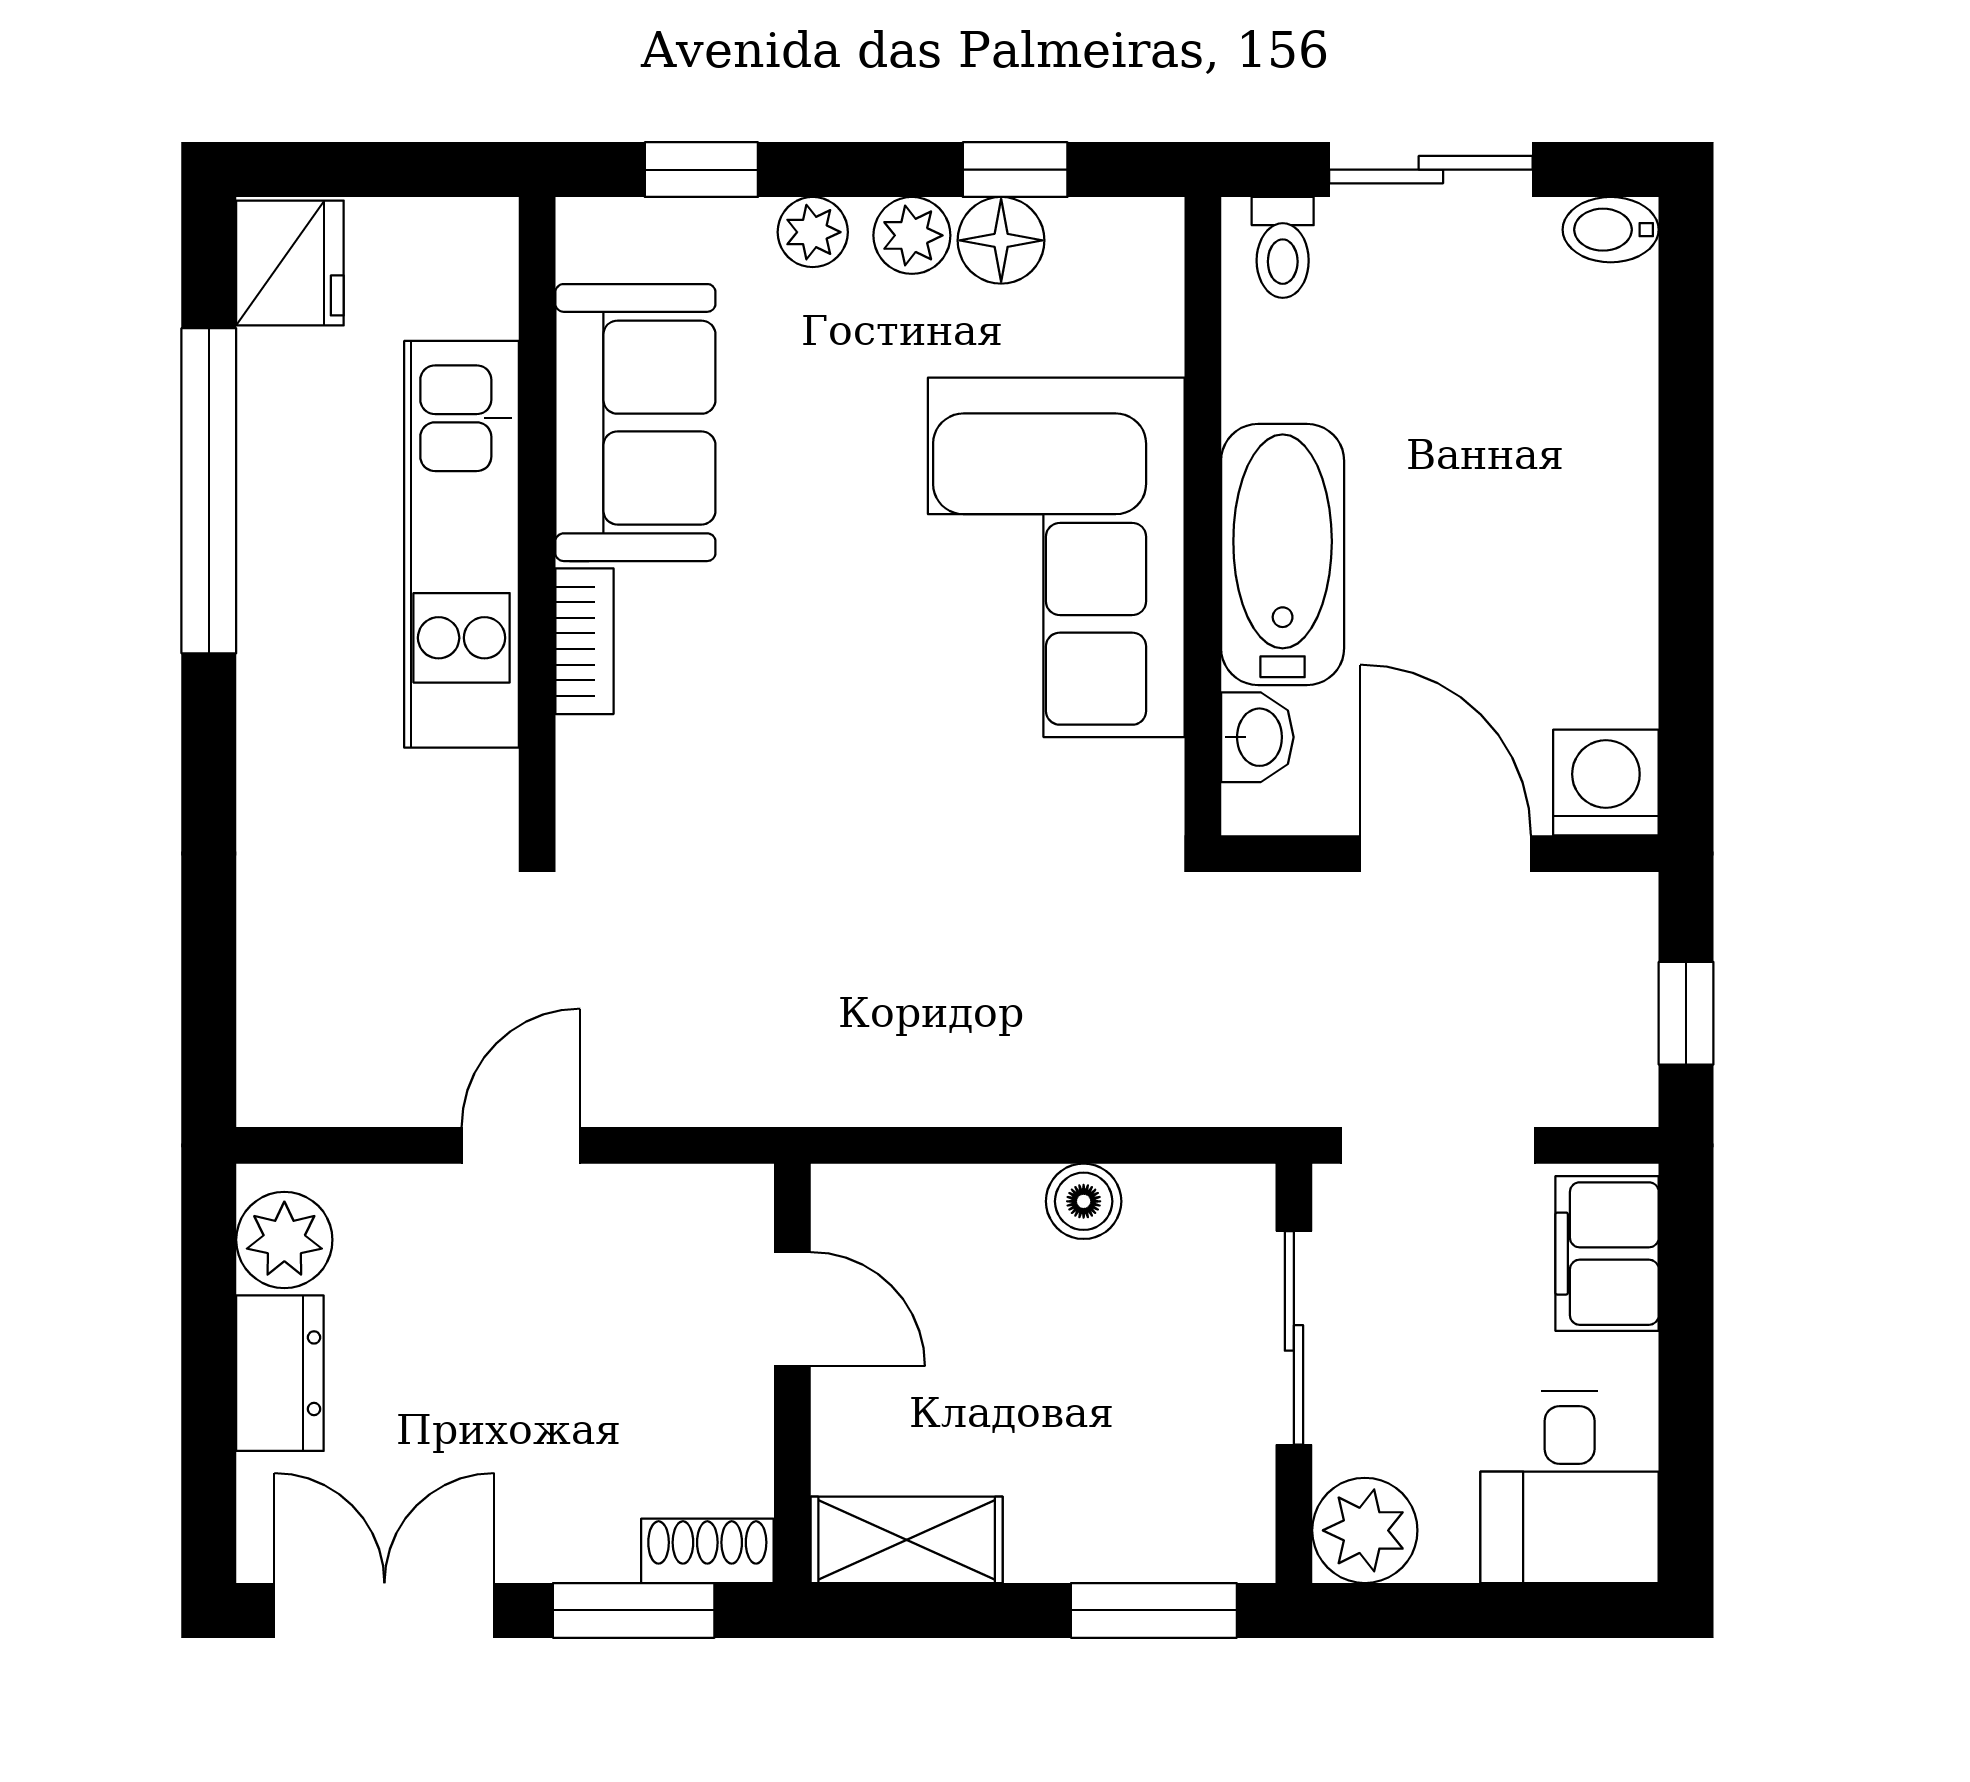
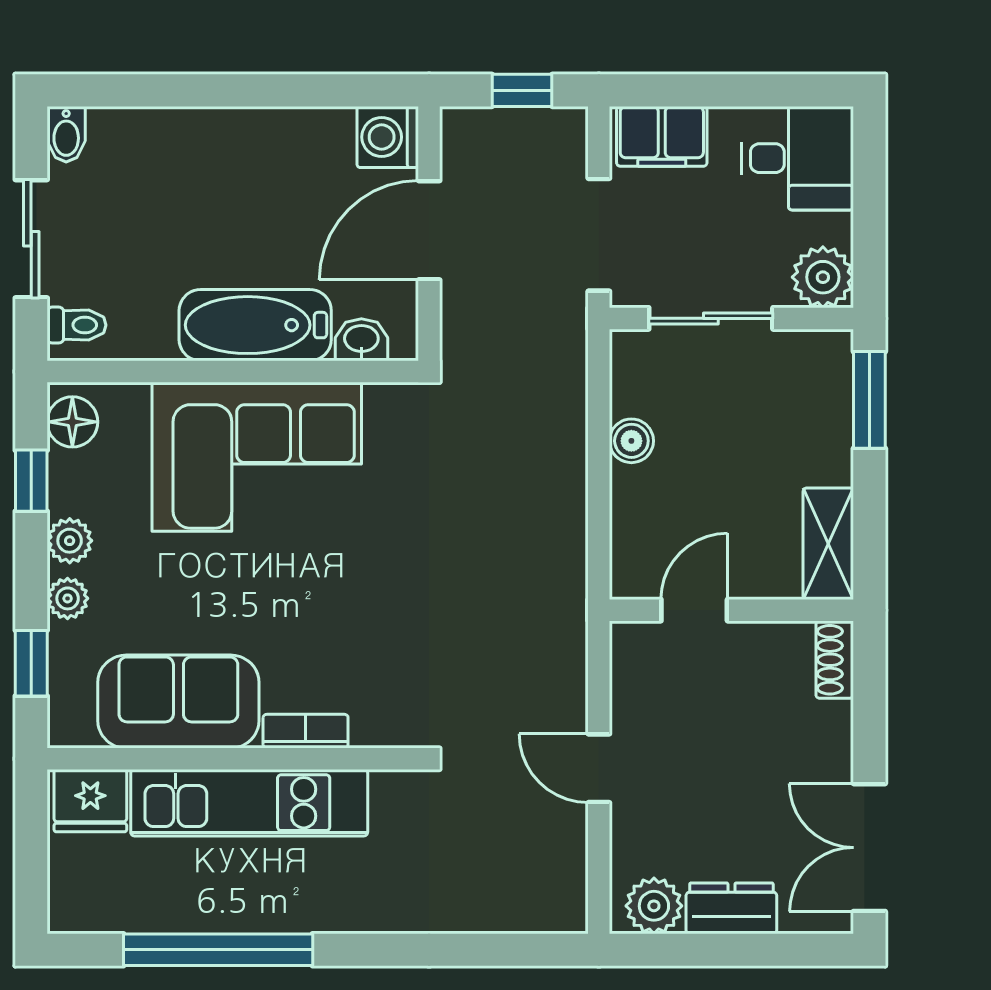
floor lamp: (1001, 240) -> (72, 422), moved
fridge: (290, 263) -> (90, 801), moved, turned 180
window: (634, 1610) -> (869, 703), removed

